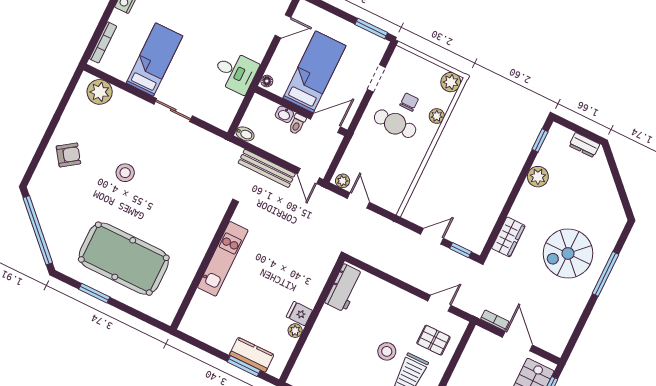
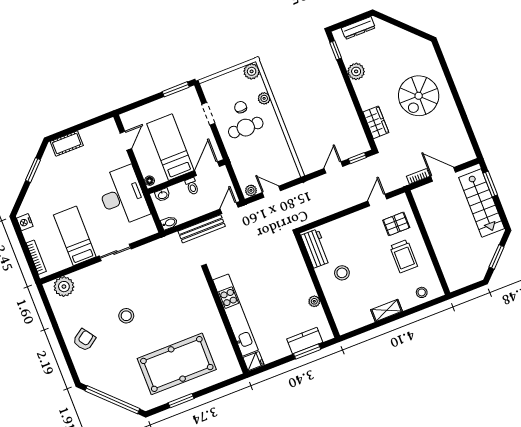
desk: (235, 72) -> (123, 196), width x1.87, depth x1.30
washbasin: (284, 114) -> (163, 195), moved
dresser: (584, 145) -> (358, 28), width x1.44
door: (308, 176) -> (229, 208), swing flipped
kitchen unit: (223, 259) -> (235, 315), width x1.36
window: (605, 274) -> (452, 85), removed
fridge: (299, 314) -> (253, 361), moved, turned 180
stool: (387, 351) -> (342, 273), moved

